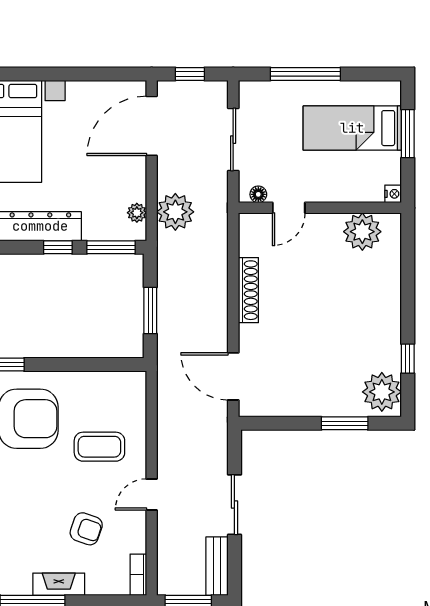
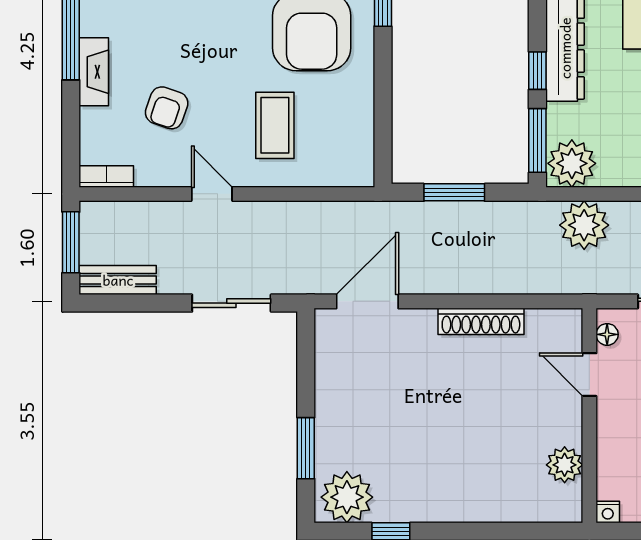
plant: (137, 213) -> (572, 163), width x1.88, depth x1.88
plant: (362, 232) -> (565, 465), width x0.73, depth x0.73
sliding door: (234, 505) -> (231, 303), moved

